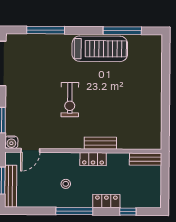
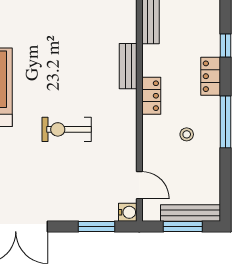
exercise bike: (70, 100) -> (67, 129), turned 180
bench: (100, 143) -> (128, 66), moved

